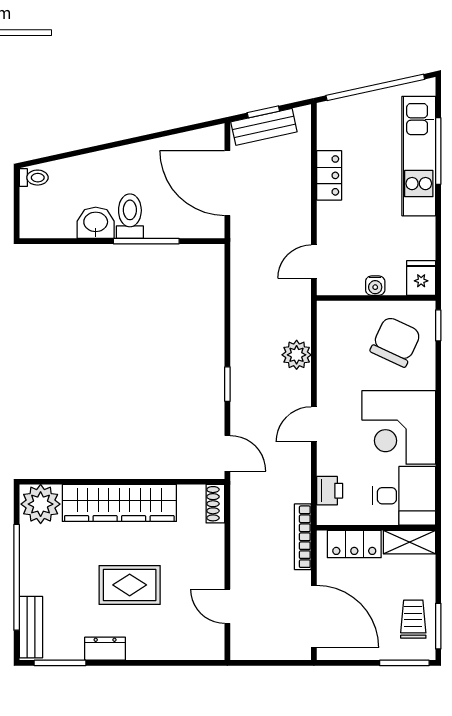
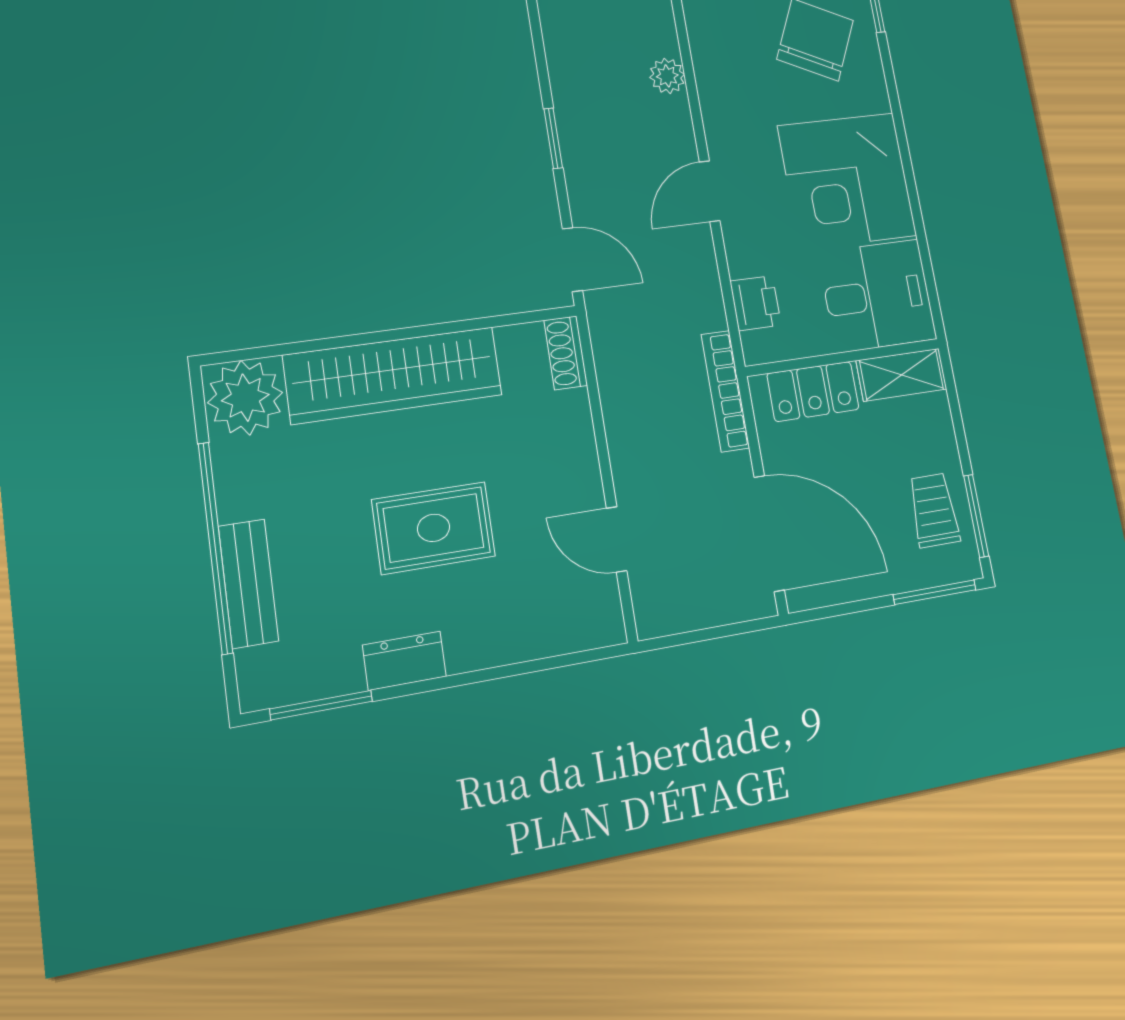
plant: (297, 355) -> (667, 76), width x0.73, depth x0.73
bench: (31, 627) -> (248, 584), moved

